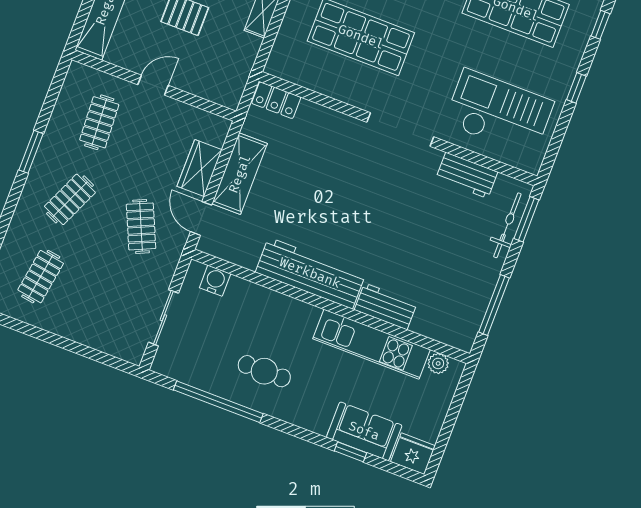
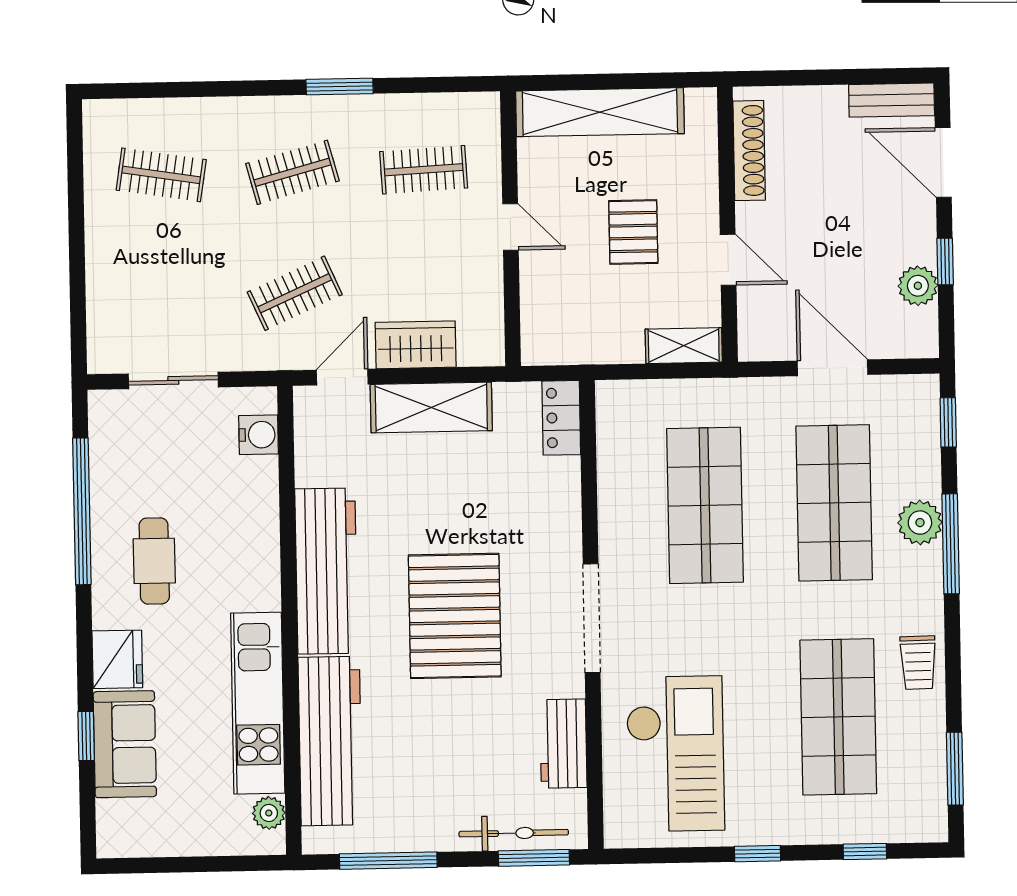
clothes rail: (70, 199) -> (292, 172), turned -39
pallet: (367, 209) -> (455, 616), added
workbench: (386, 306) -> (330, 741), width x1.88, depth x1.32
fridge: (413, 454) -> (117, 659), moved

